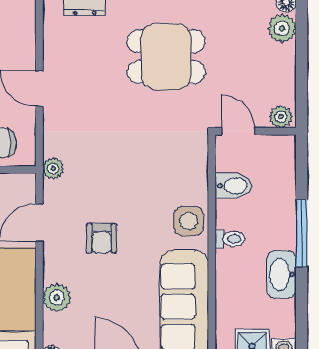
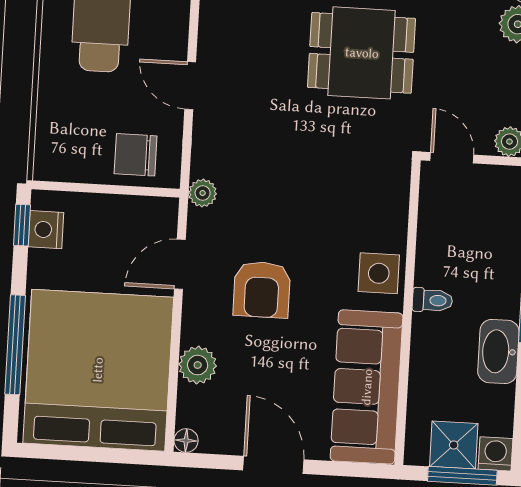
bidet: (233, 186) -> (441, 230), removed
armchair: (102, 238) -> (262, 290), width x1.38, depth x1.38

